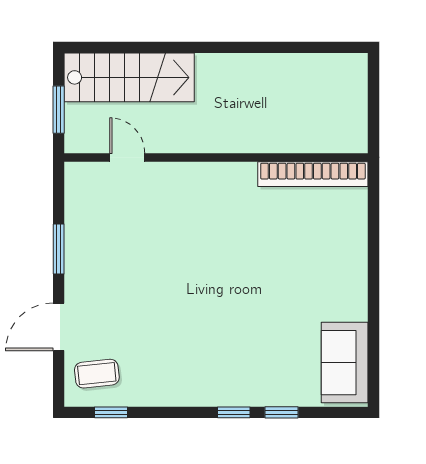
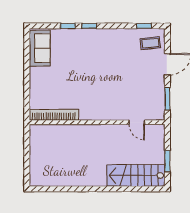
door: (127, 157) -> (137, 122), moved
wall: (216, 157) -> (97, 122), moved
bookcase: (313, 174) -> (54, 115), moved

